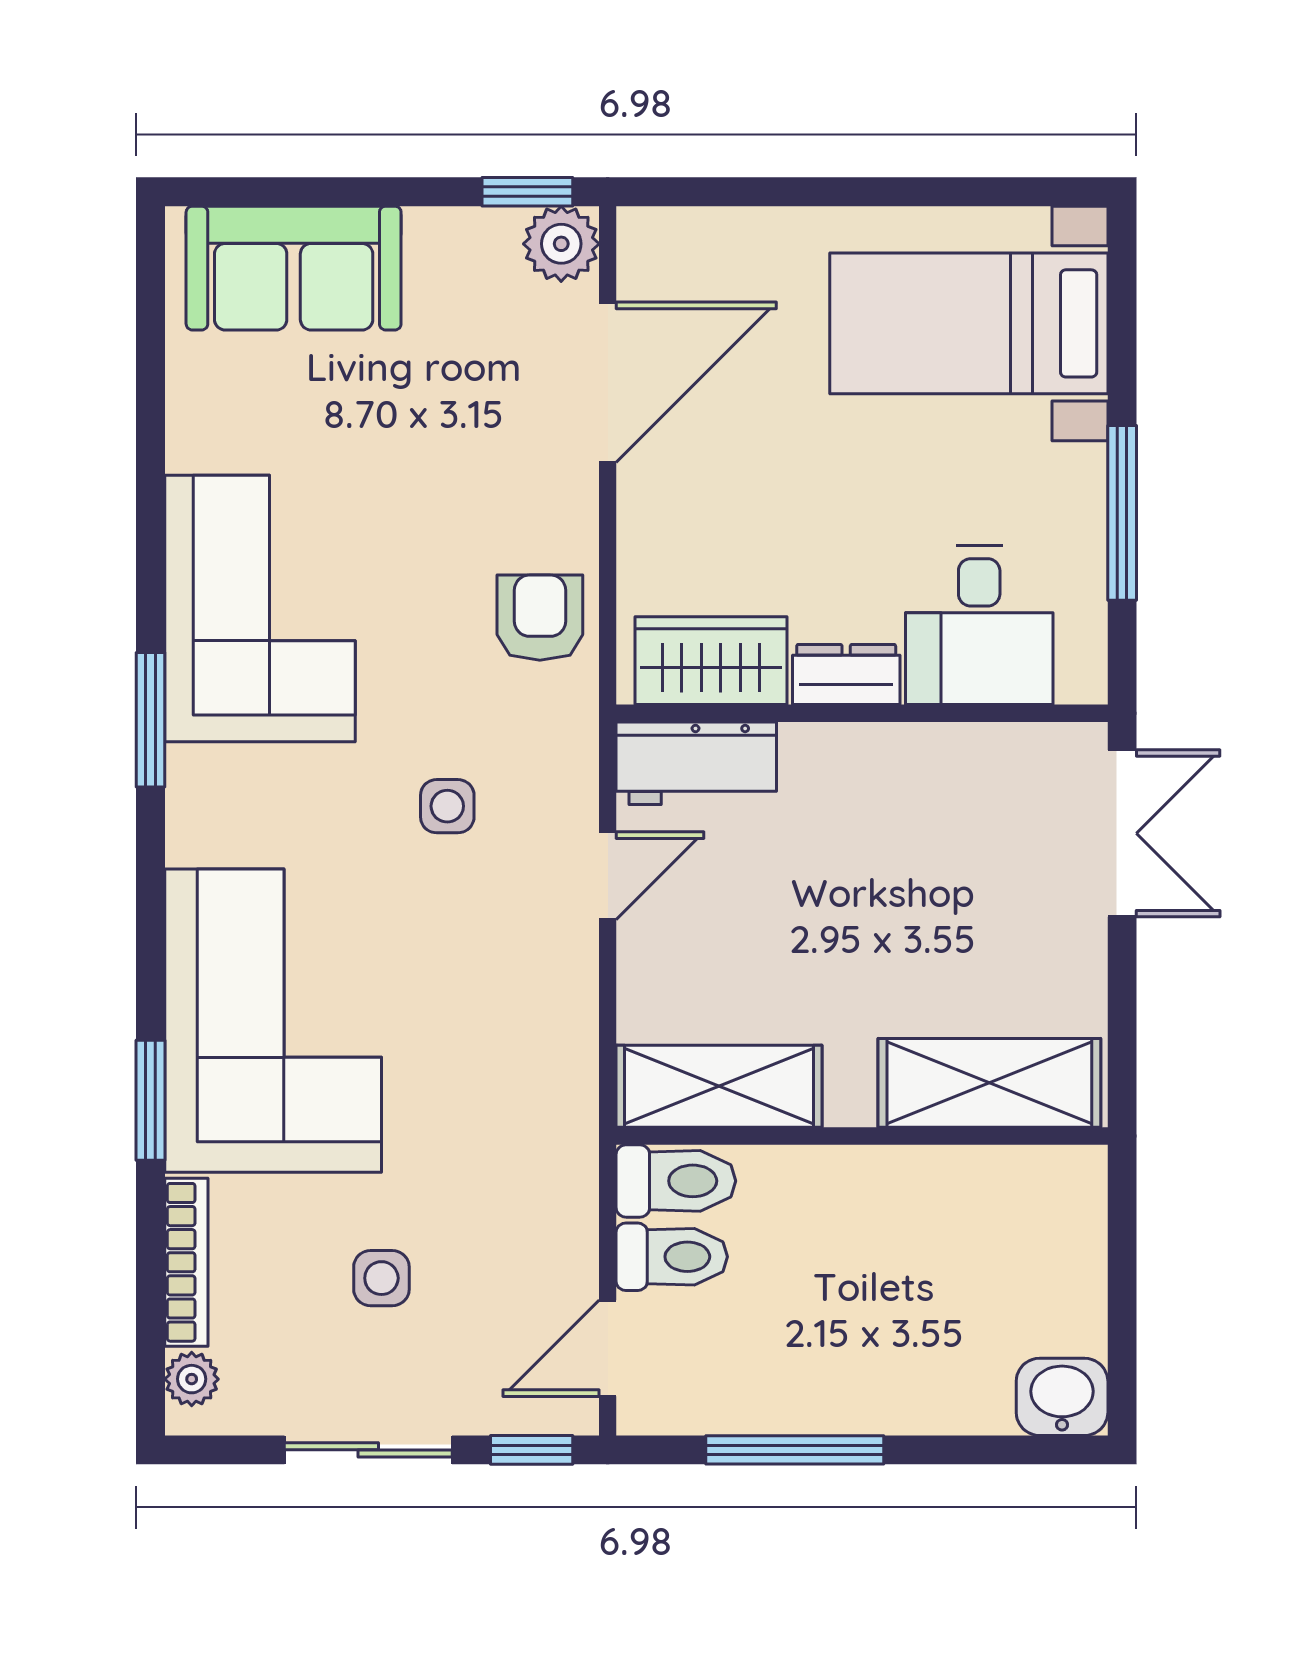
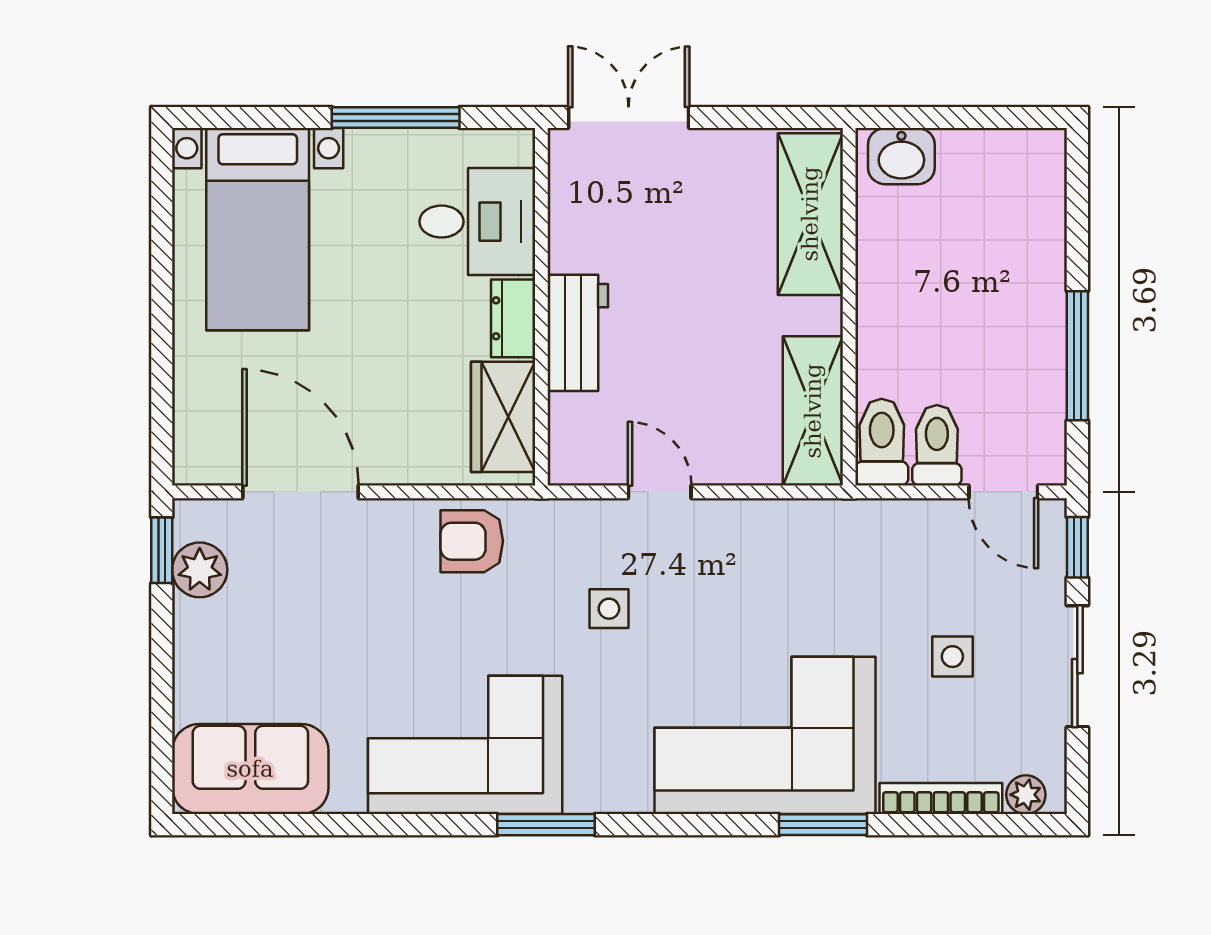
plant: (561, 244) -> (200, 570), moved
sofa: (294, 268) -> (250, 769), moved, turned -90
workbench: (696, 763) -> (578, 333), moved
washbasin: (1062, 1397) -> (901, 156), moved, turned -90

